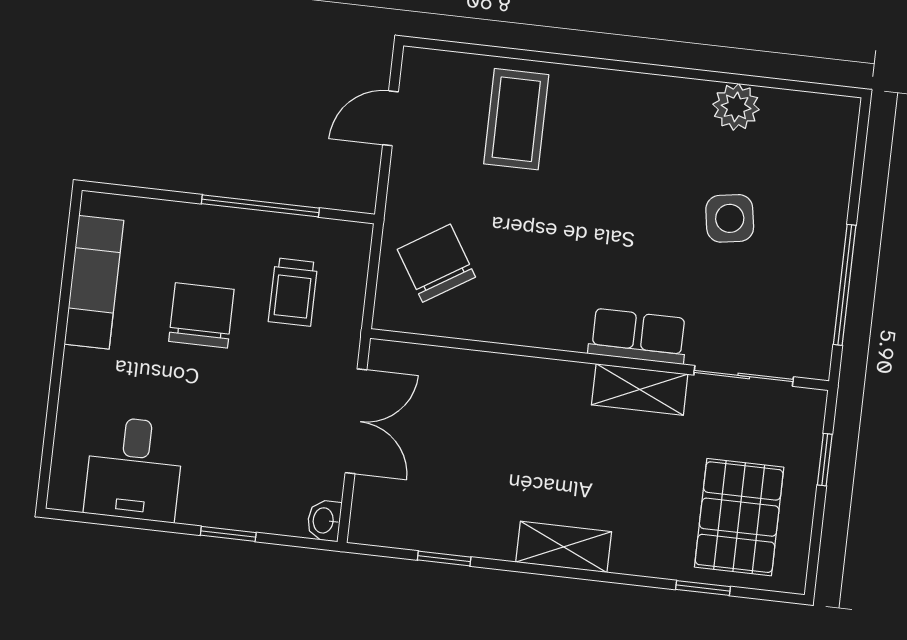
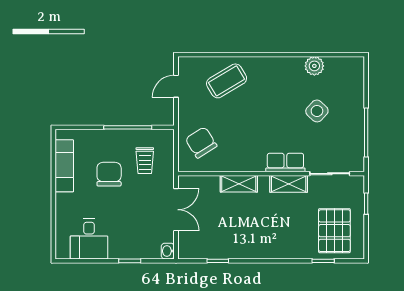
coffee table: (516, 119) -> (227, 81), turned 59
side table: (730, 218) -> (317, 111), turned -38
shelving: (564, 547) -> (239, 184), moved

